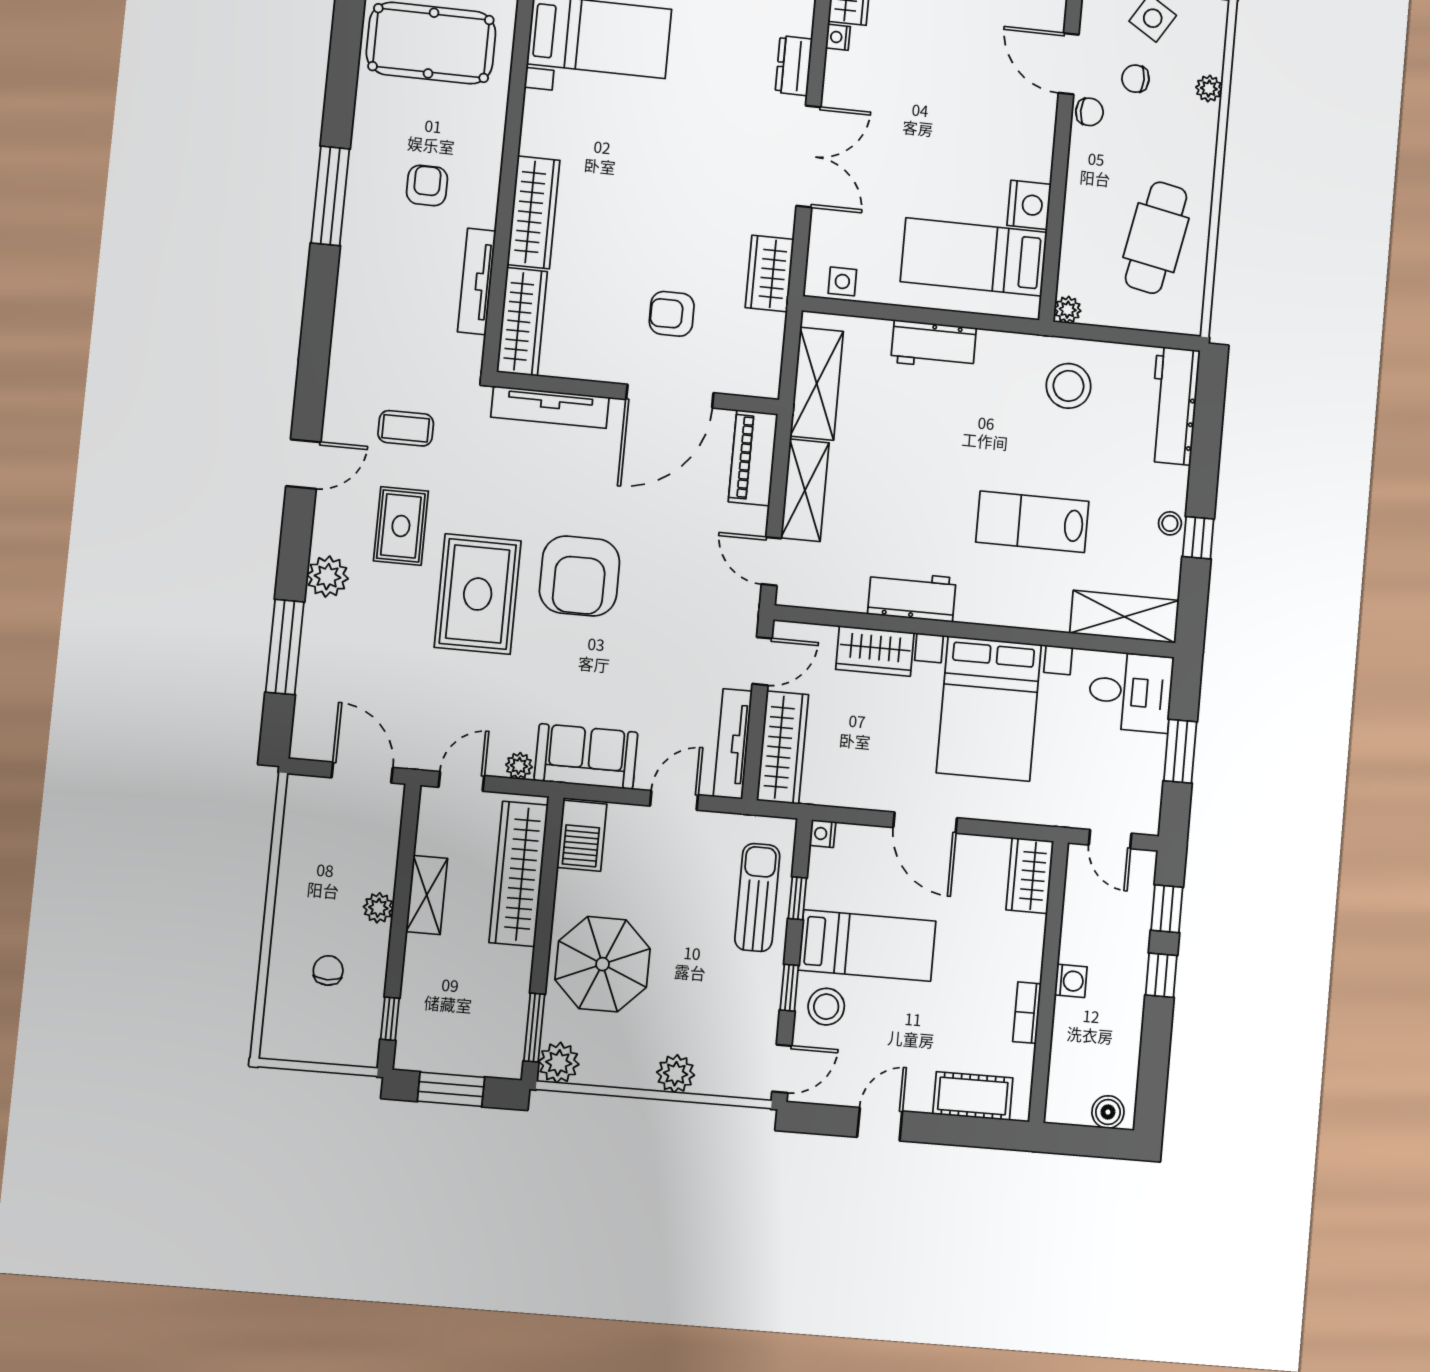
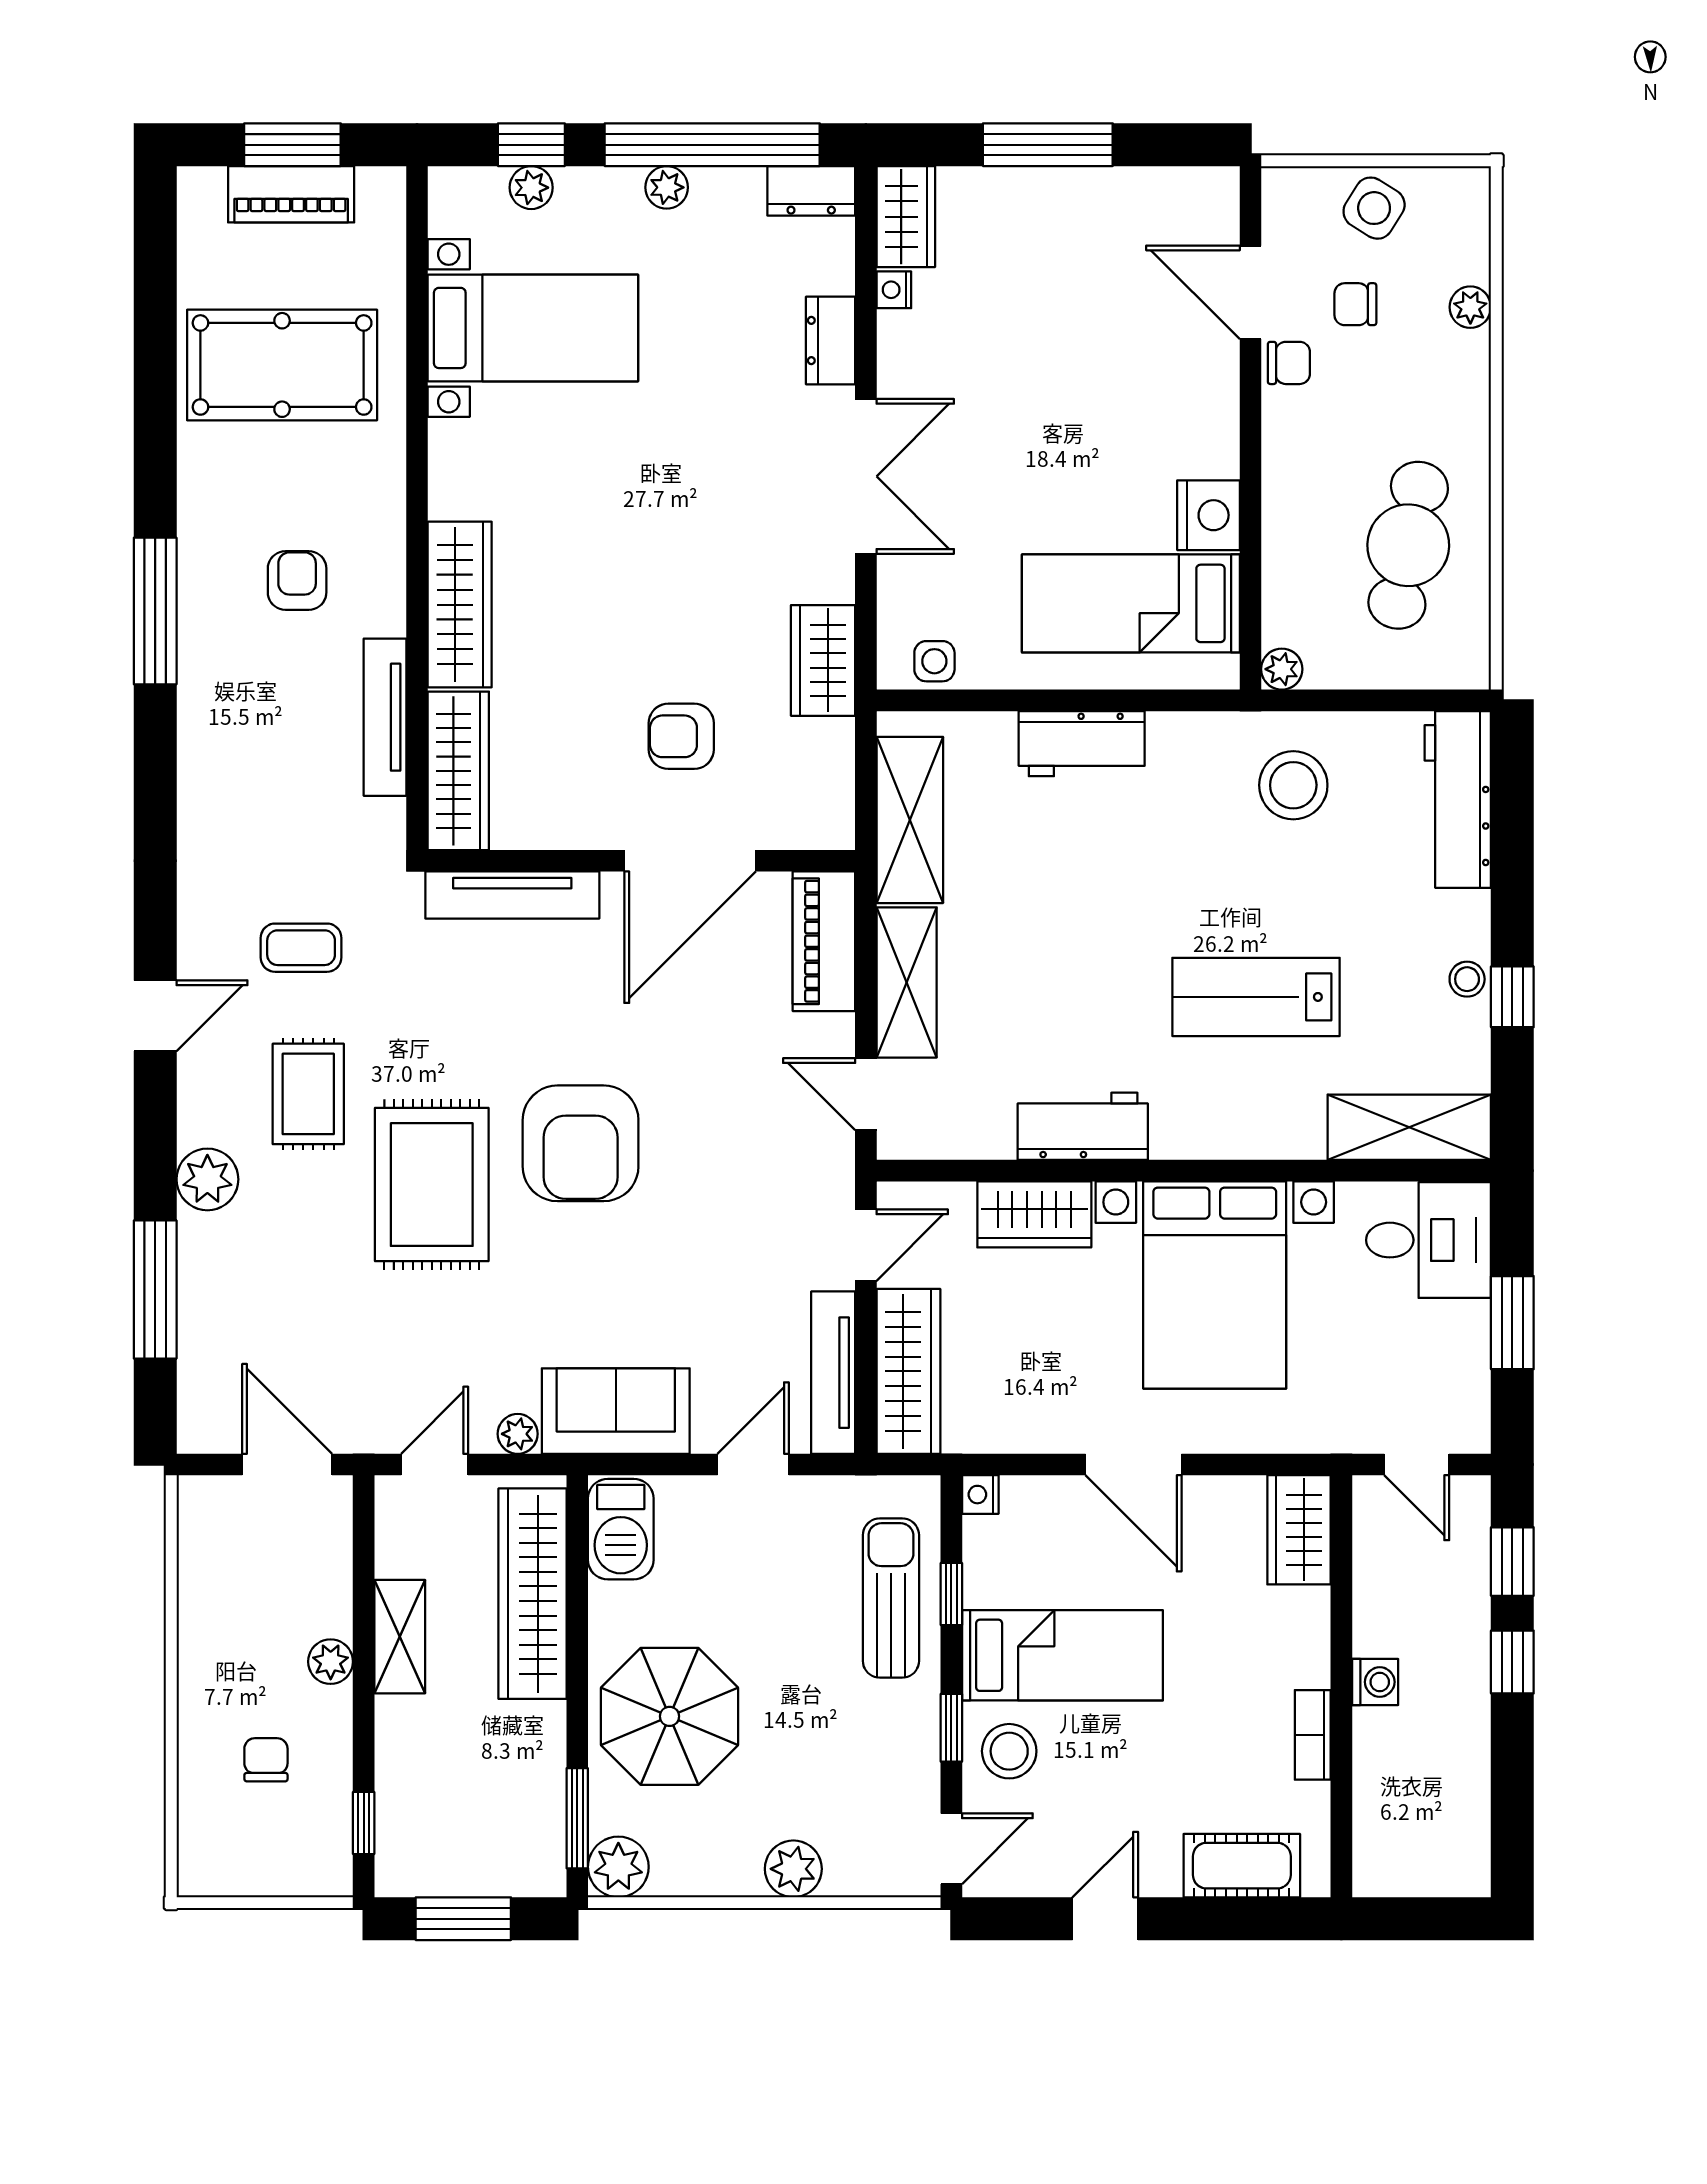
boiler: (1108, 1112) -> (1449, 1873), removed

